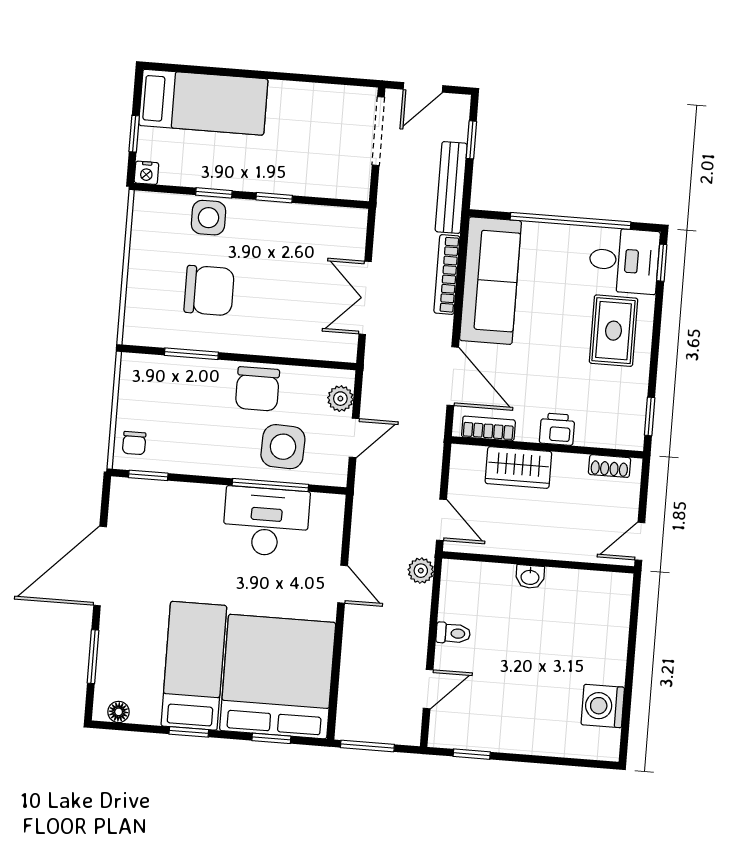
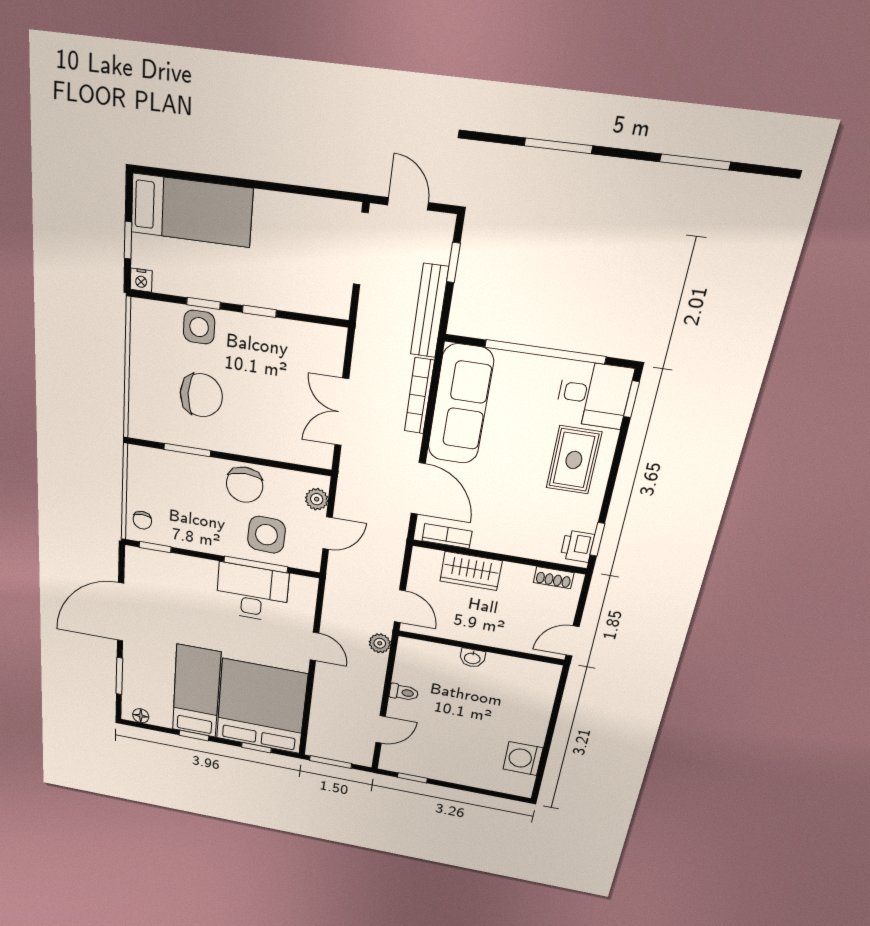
door: (423, 87) -> (408, 204), swing flipped
printer: (557, 429) -> (577, 546), moved, turned -90

